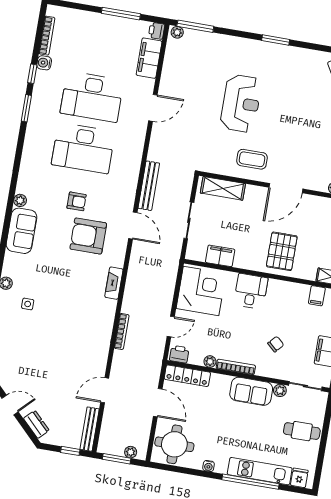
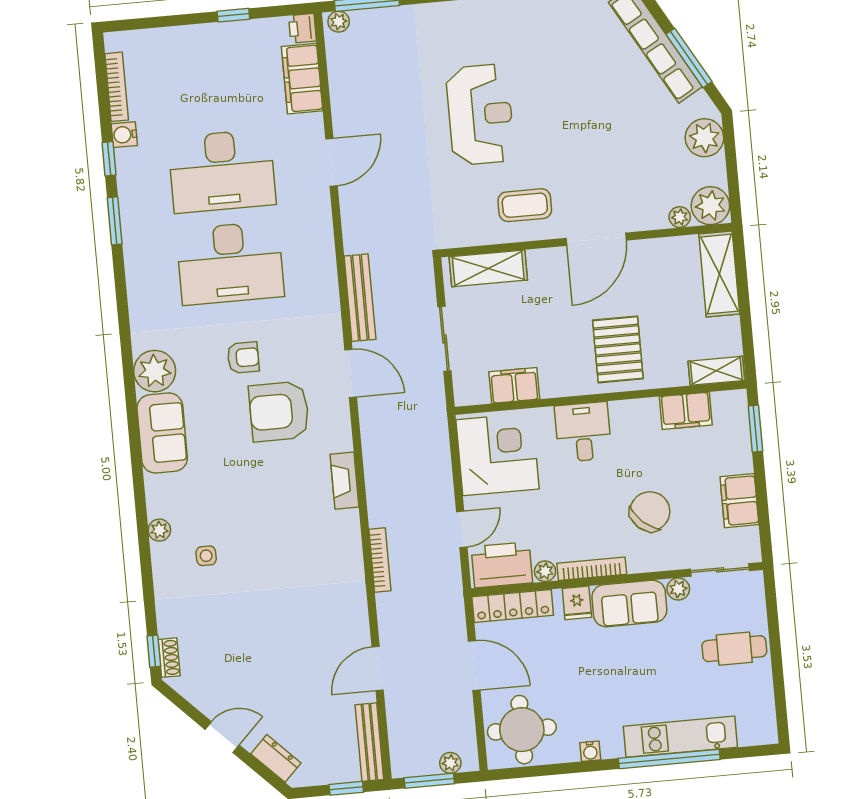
window: (121, 14) -> (233, 15), width x0.46
plant: (20, 200) -> (155, 371), width x1.87, depth x1.87
filing cabinet: (317, 296) -> (686, 411), width x2.00
chair: (276, 344) -> (650, 511), width x1.87, depth x1.87
printer: (179, 354) -> (502, 565), width x1.87, depth x1.48
fridge: (299, 478) -> (577, 603), moved, turned 180

